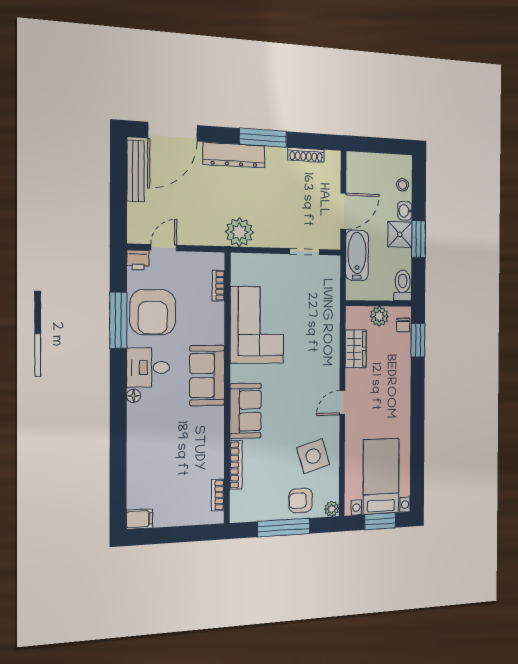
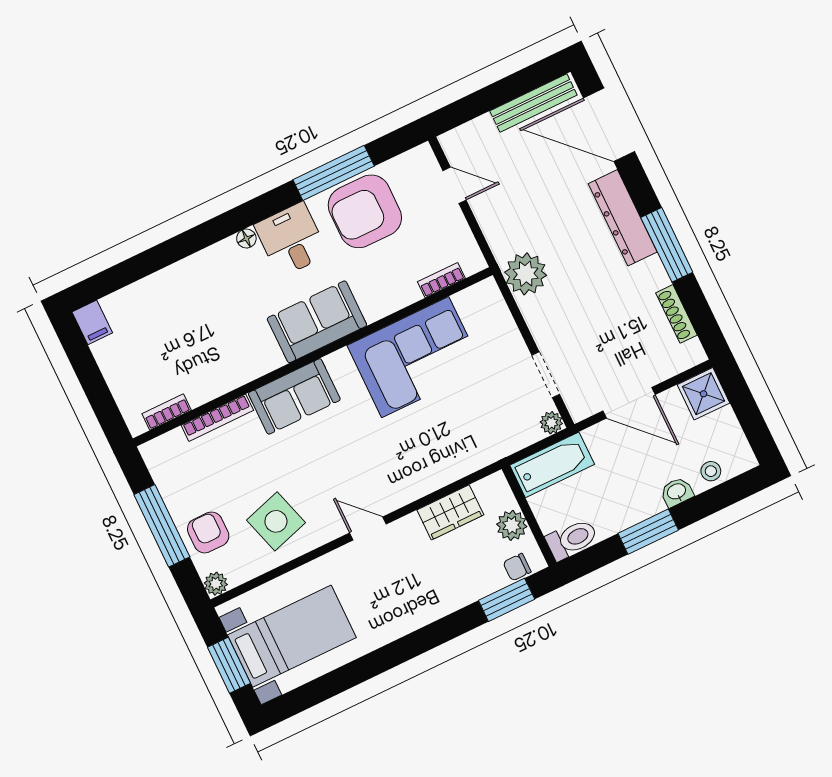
shower: (400, 234) -> (704, 394), moved
bathtub: (357, 255) -> (552, 465), moved
printer: (138, 260) -> (422, 161), removed
plant: (333, 263) -> (551, 423), added

